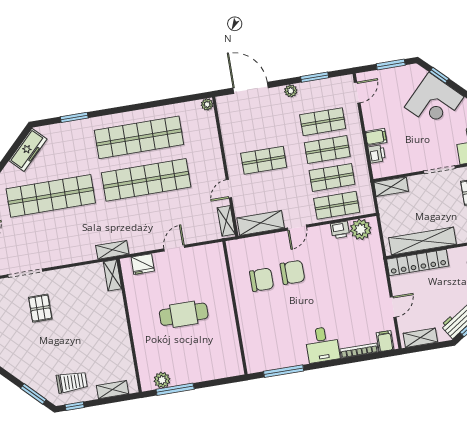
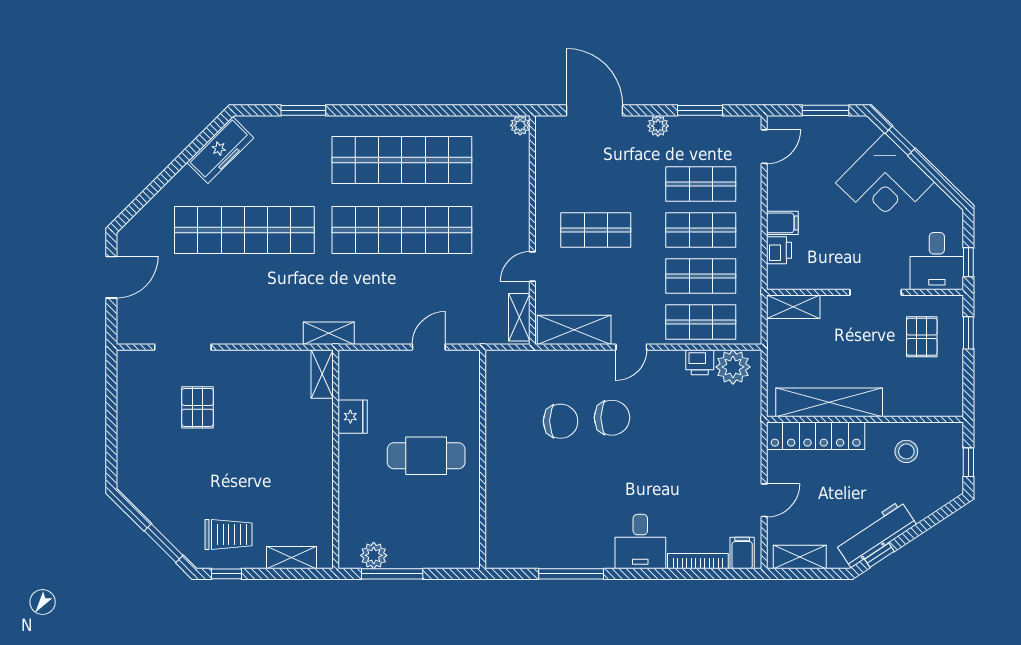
fridge: (143, 264) -> (353, 417), moved, turned -90
wall: (235, 308) -> (483, 459), moved

